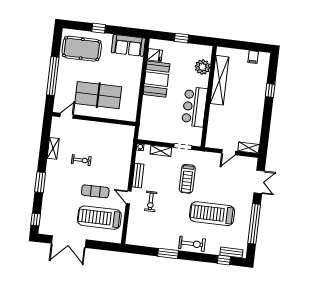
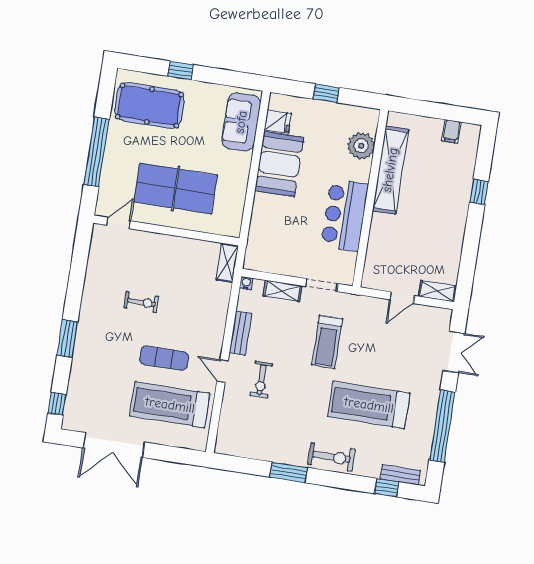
sofa: (128, 45) -> (241, 122), moved, turned 90
shelving: (53, 148) -> (227, 263), moved

